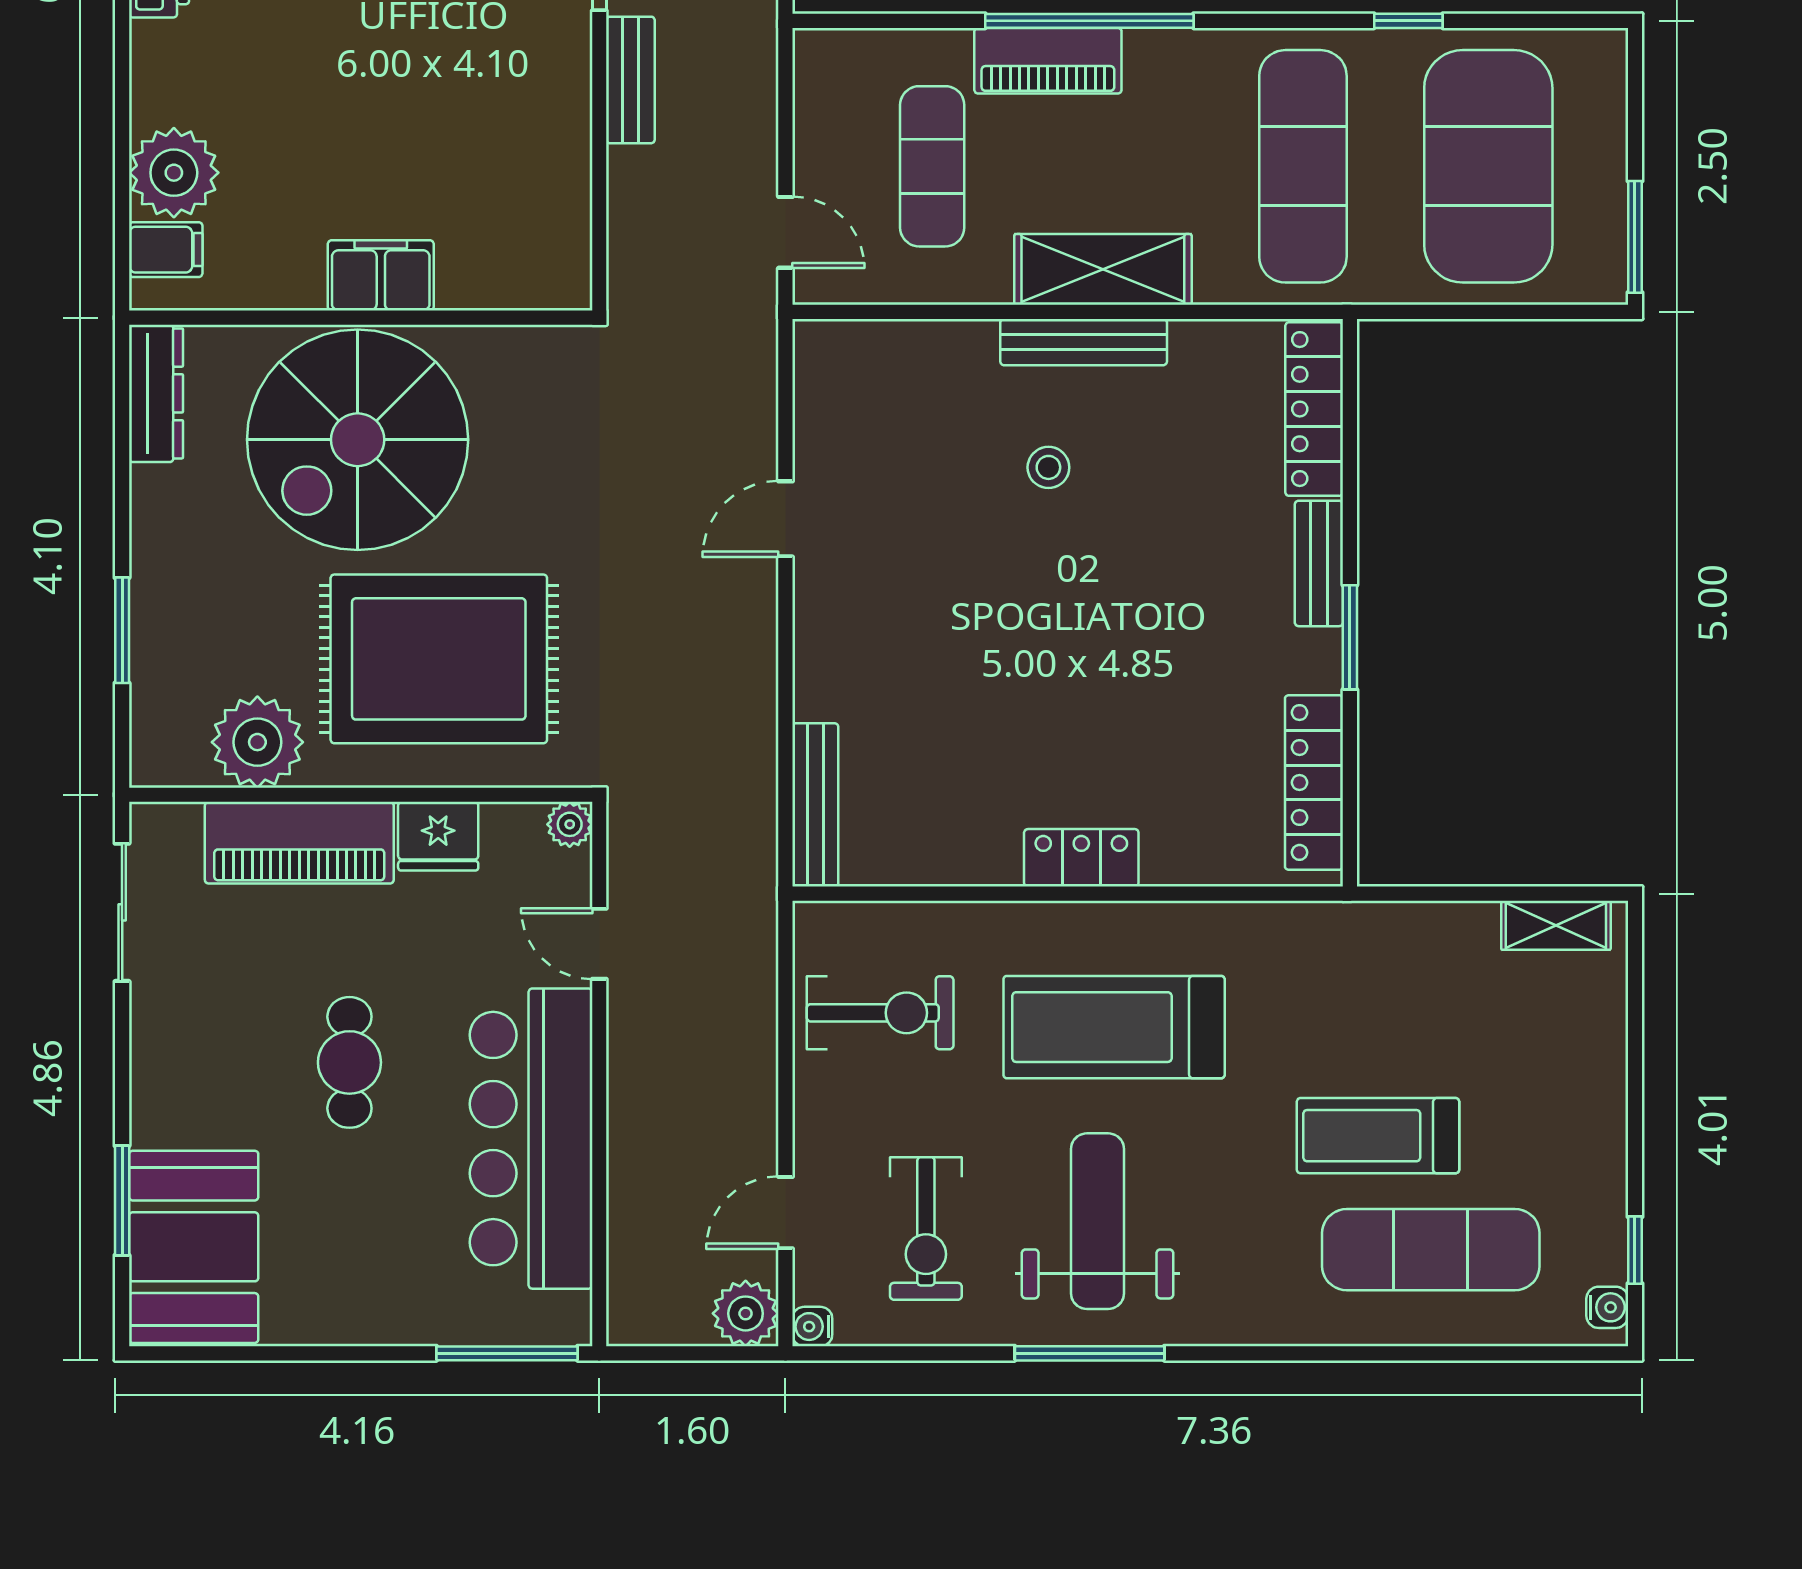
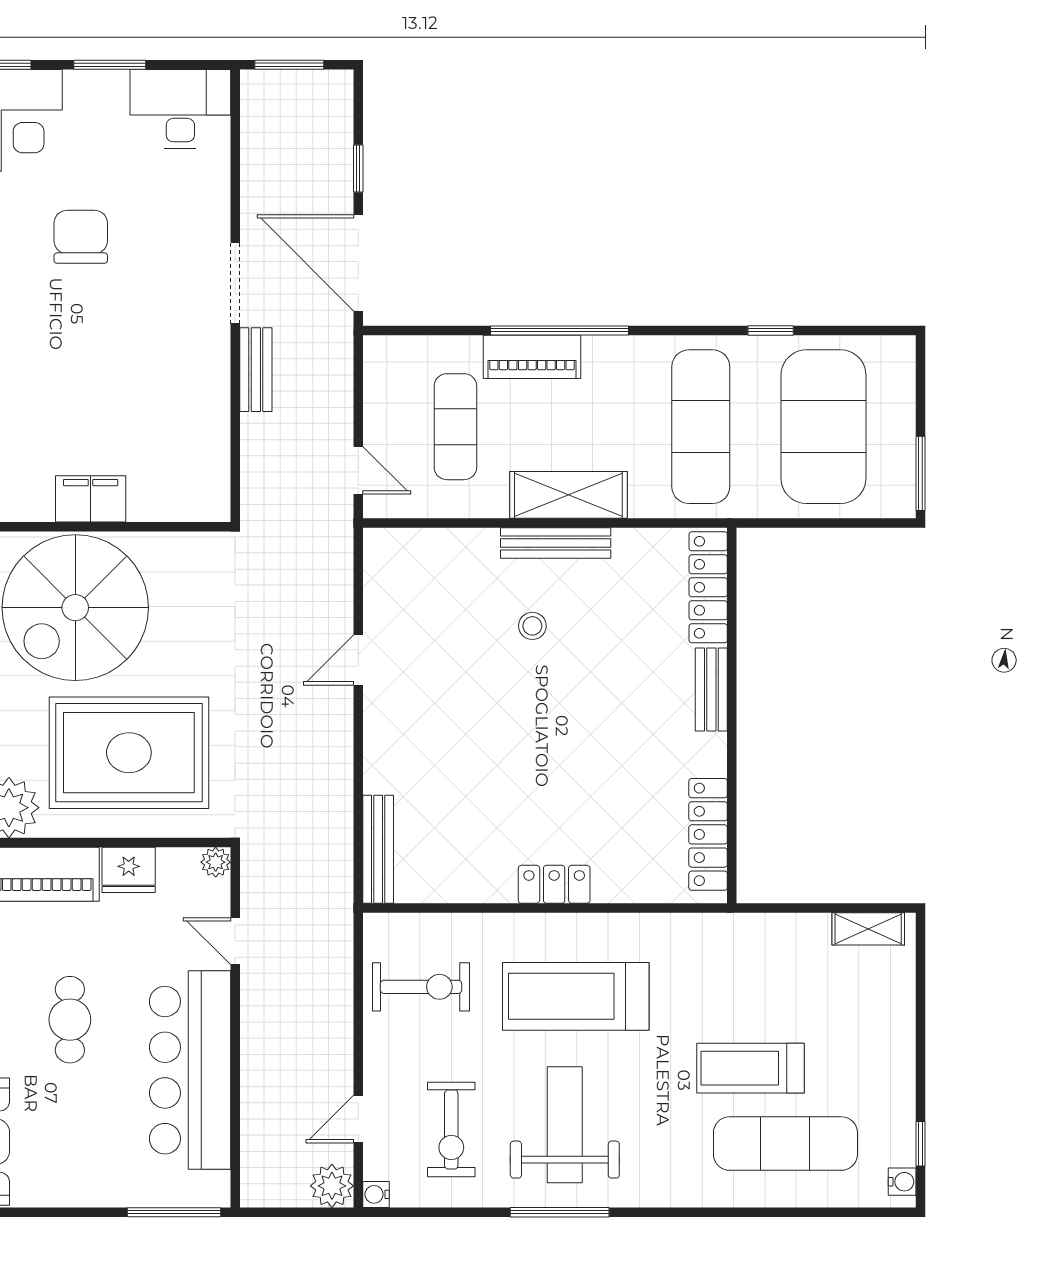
window: (1350, 637) -> (732, 738), removed

